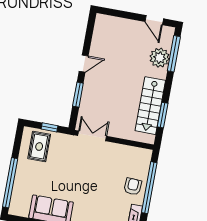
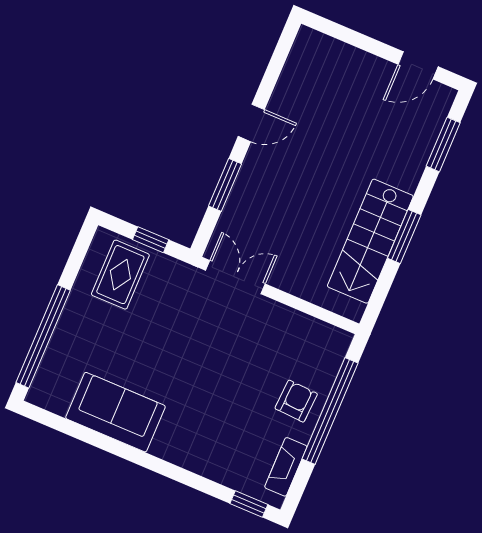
door: (154, 20) -> (418, 65), hinge flipped
window: (174, 54) -> (443, 144), width x0.69
plant: (160, 58) -> (412, 146), removed
window: (163, 115) -> (404, 236), moved

